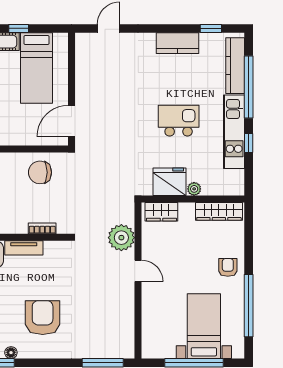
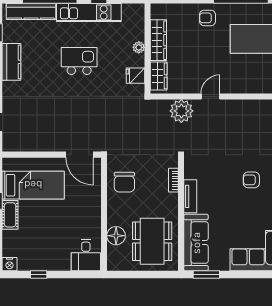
kitchen island: (179, 121) -> (79, 61), turned 90
fridge: (170, 182) -> (136, 76), width x0.53, depth x0.75
wardrobe: (219, 211) -> (158, 40), moved
armchair: (43, 318) -> (251, 180), width x0.53, depth x0.53

